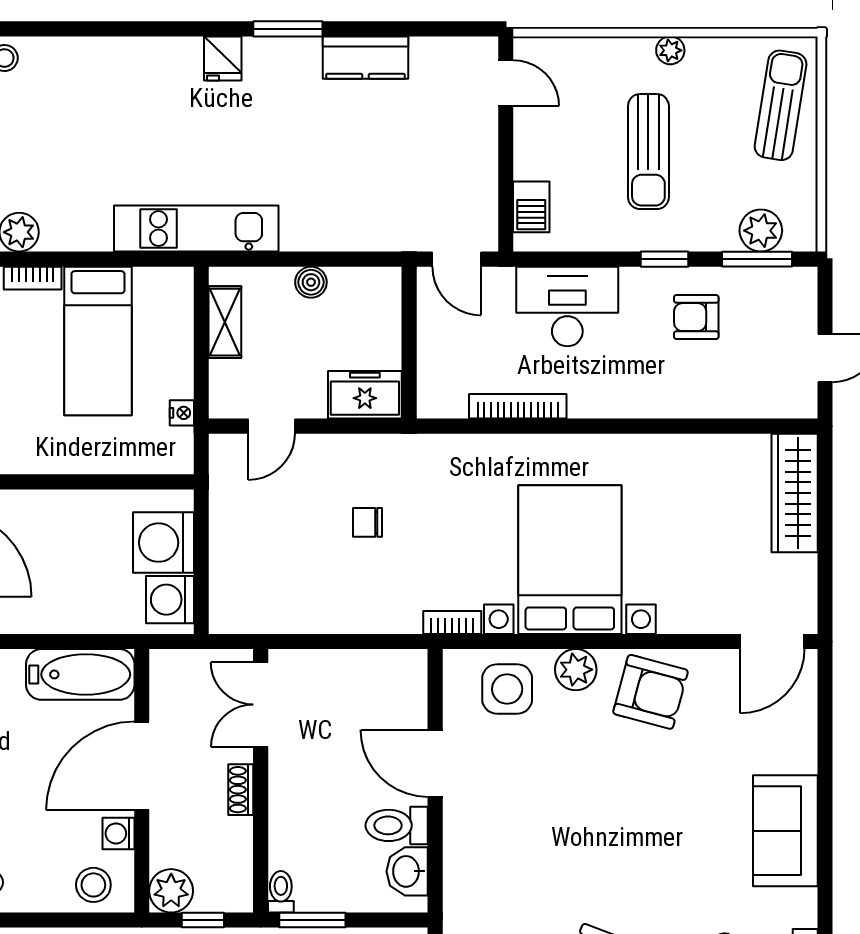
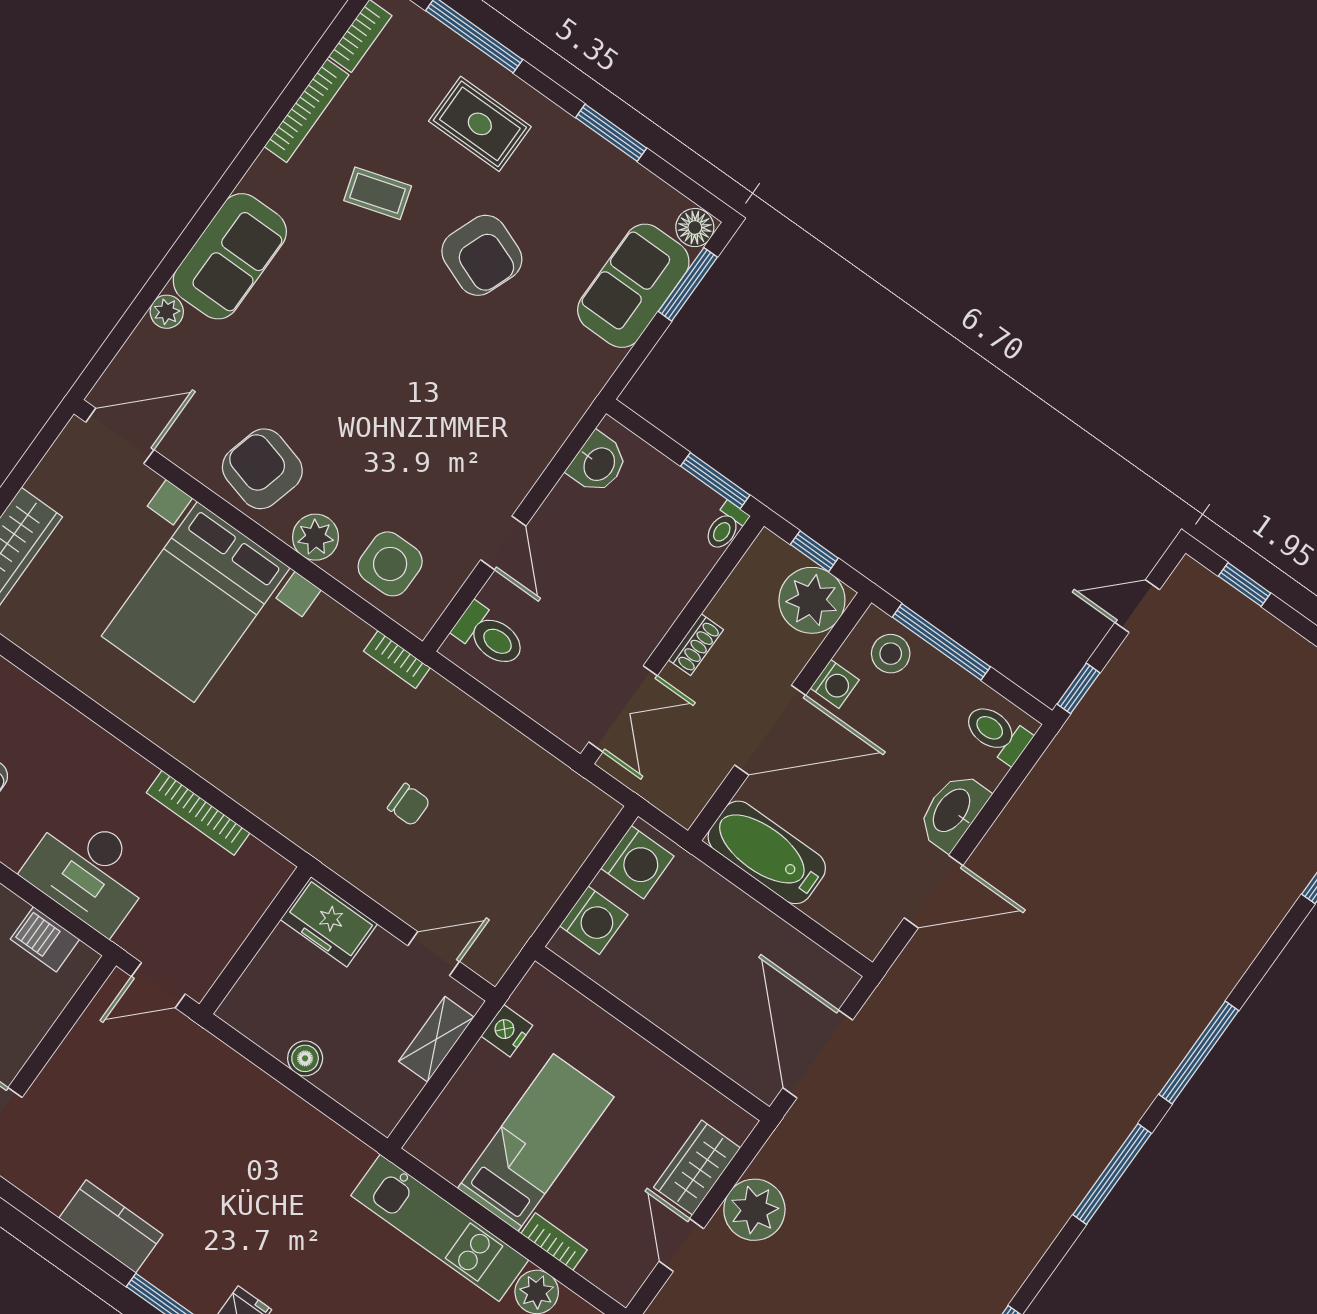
barbecue: (531, 207) -> (45, 939), moved, turned -90
kitchen unit: (196, 229) -> (440, 1228), moved
door: (457, 259) -> (158, 985), swing flipped
shelving: (225, 322) -> (436, 1039), moved
nightstand: (182, 413) -> (507, 1031), width x1.39, depth x1.35
washing machine: (163, 543) -> (594, 920), width x0.73, depth x0.73
bed with nightstands: (570, 560) -> (196, 602), moved
plant: (803, 757) -> (167, 312), added
door: (435, 764) -> (503, 543), width x0.73
toilet: (397, 825) -> (490, 636), moved
plant: (171, 891) -> (812, 600), width x1.36, depth x1.36
window: (62, 920) -> (941, 642), added

